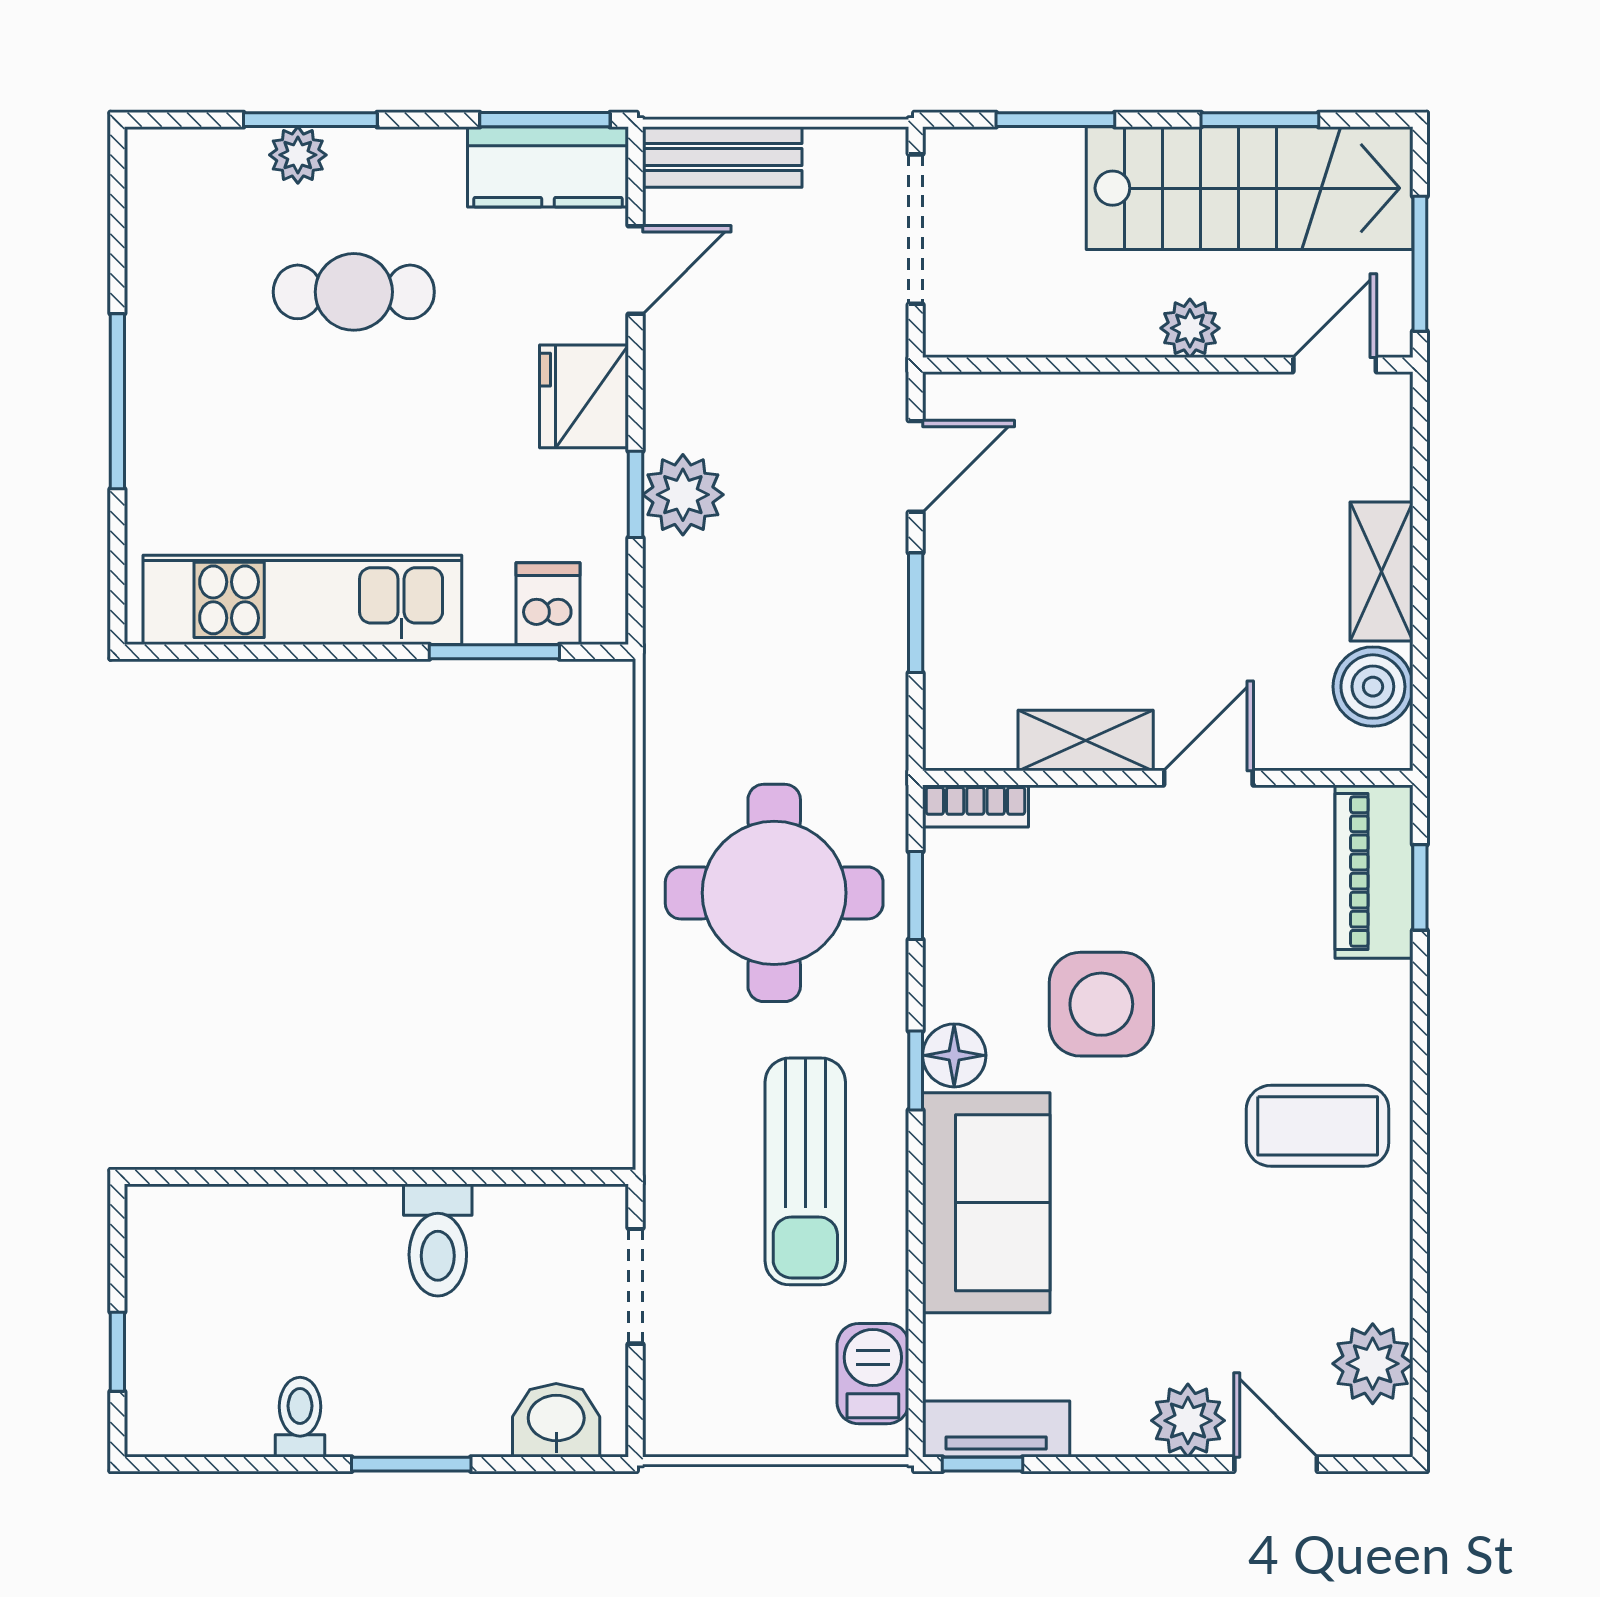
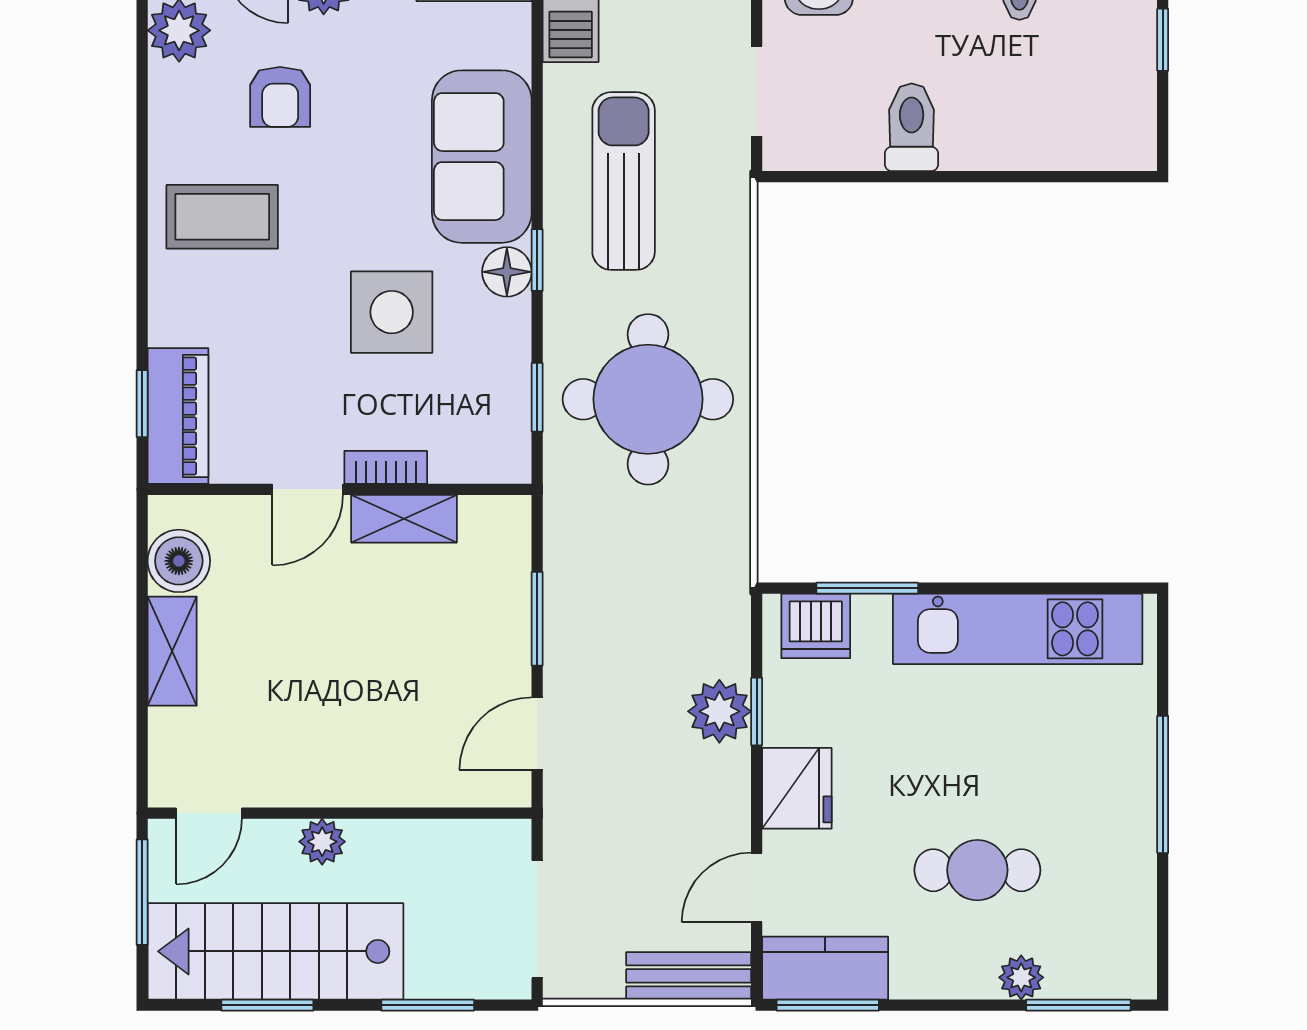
window: (310, 120) -> (1078, 1005), moved
dishwasher: (548, 604) -> (816, 626), width x1.38
bookcase: (975, 806) -> (386, 467), moved
armchair: (1244, 1279) -> (280, 97), added

